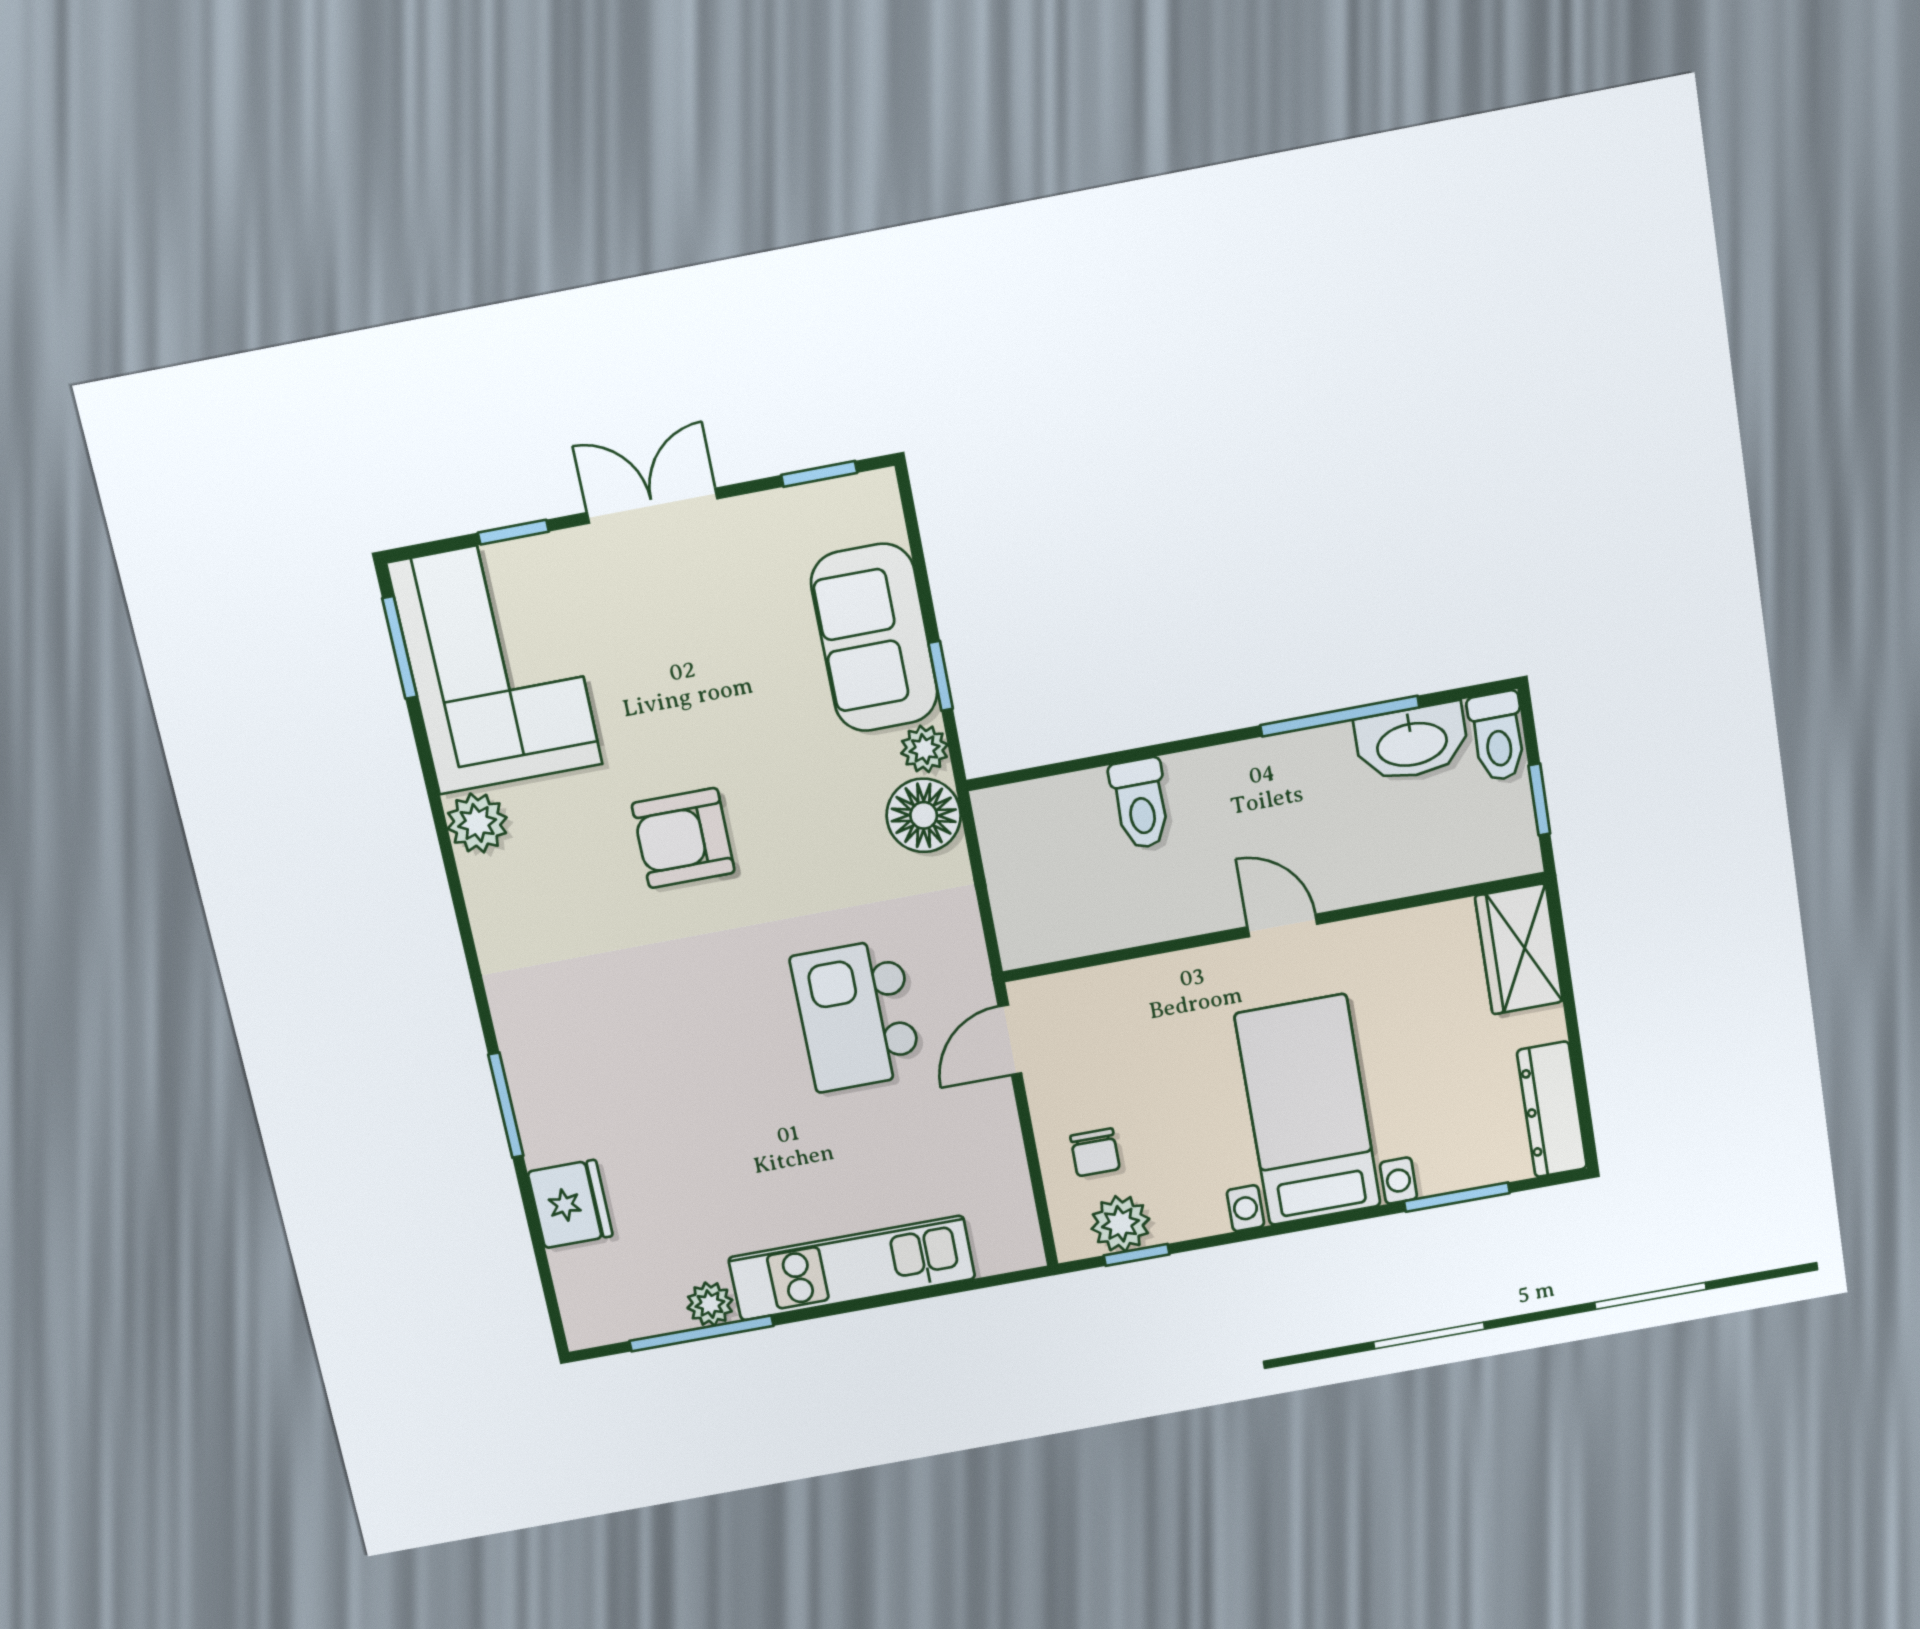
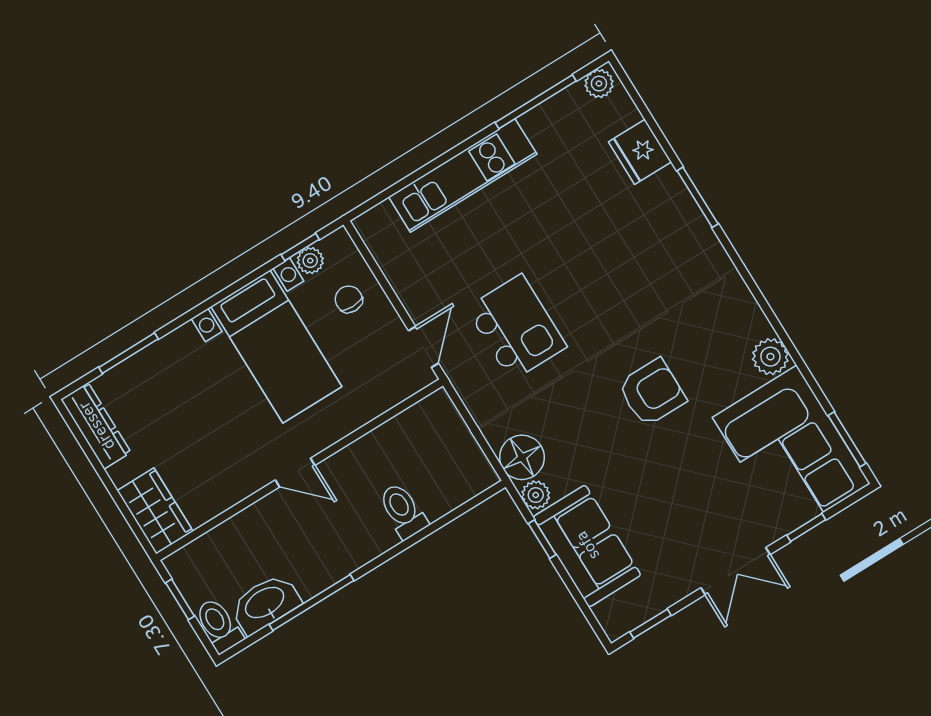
bed with nightstands: (1308, 1110) -> (276, 346), moved
plant: (1120, 1224) -> (310, 261), width x0.73, depth x0.73
plant: (710, 1304) -> (599, 84), moved

